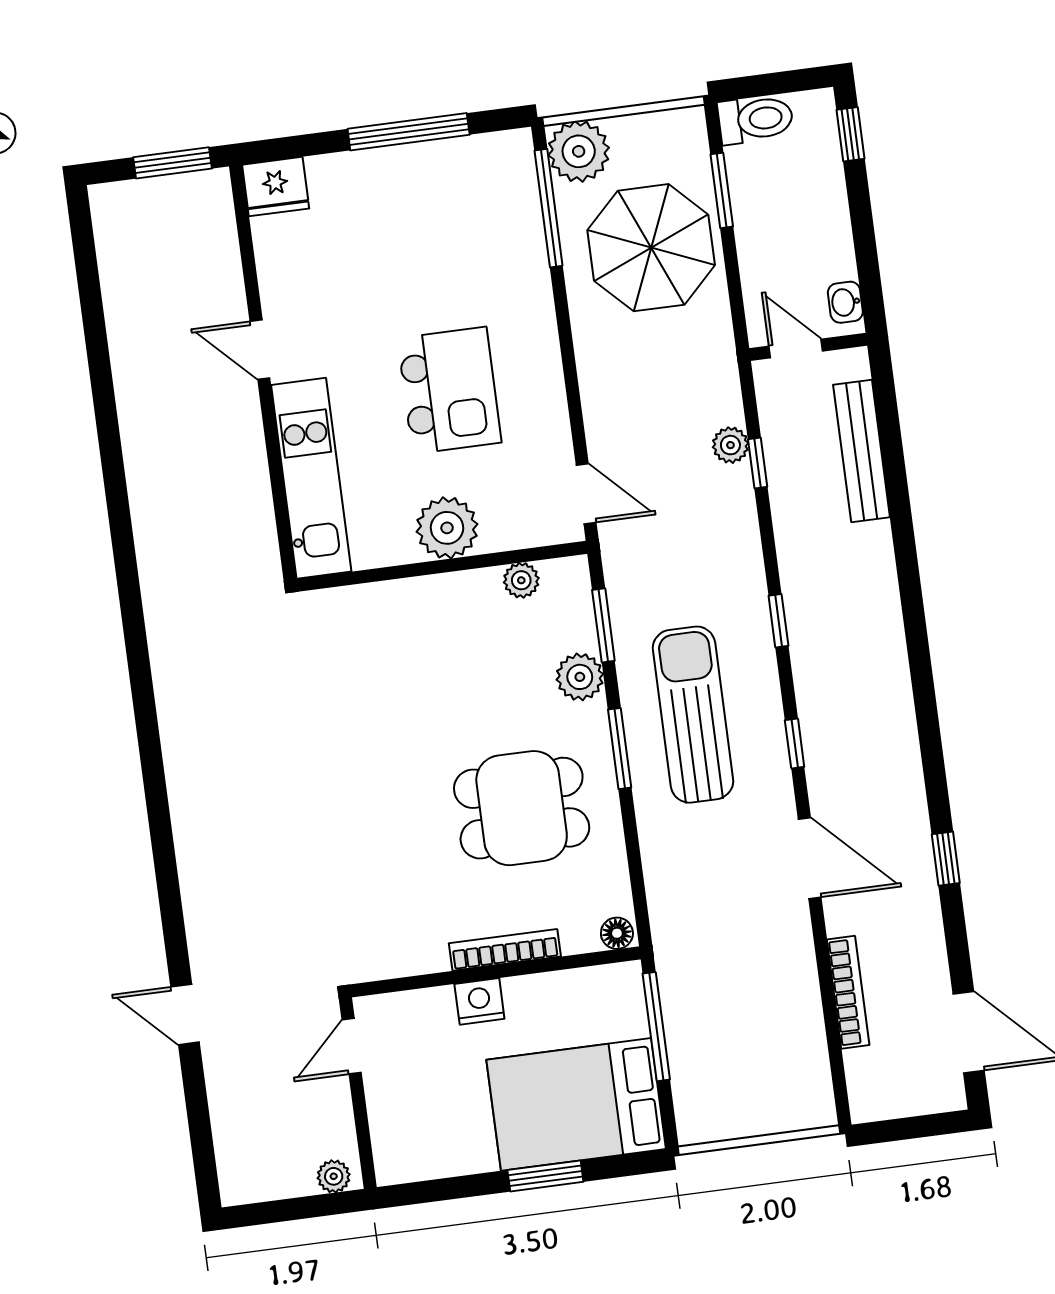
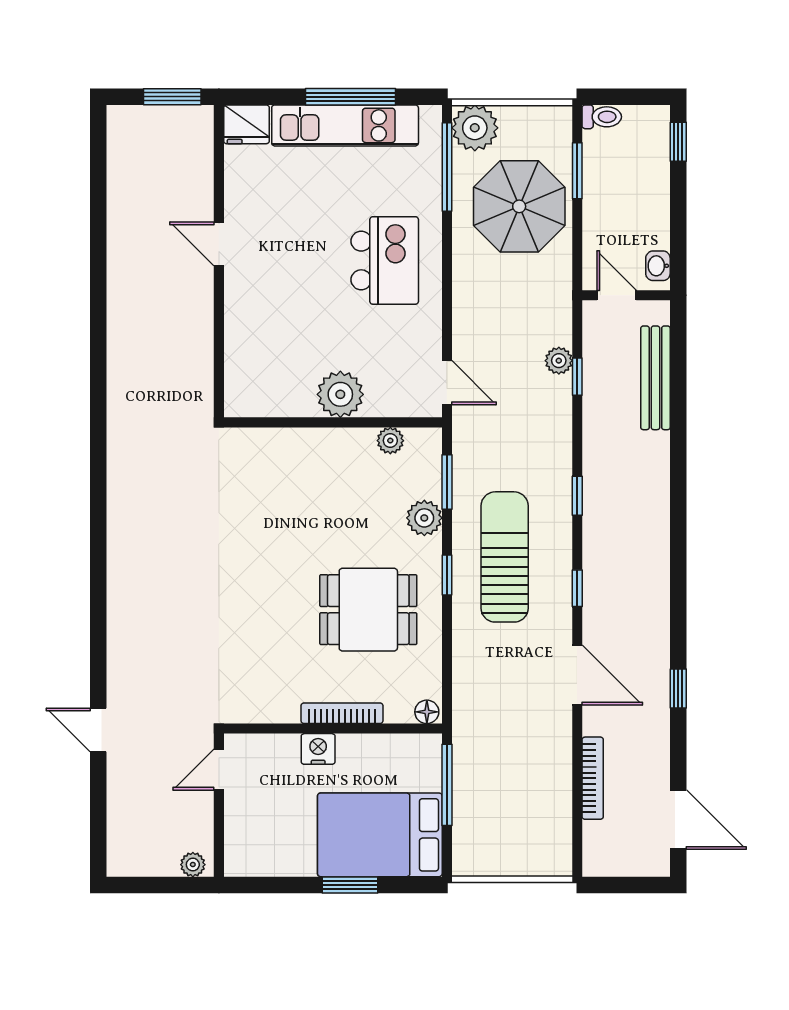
toilet: (756, 119) -> (602, 117), width x0.73, depth x0.72
kitchen island: (449, 390) -> (385, 260), moved
kitchen unit: (311, 478) -> (345, 125), moved, turned 90
window: (620, 749) -> (447, 575), width x0.67

